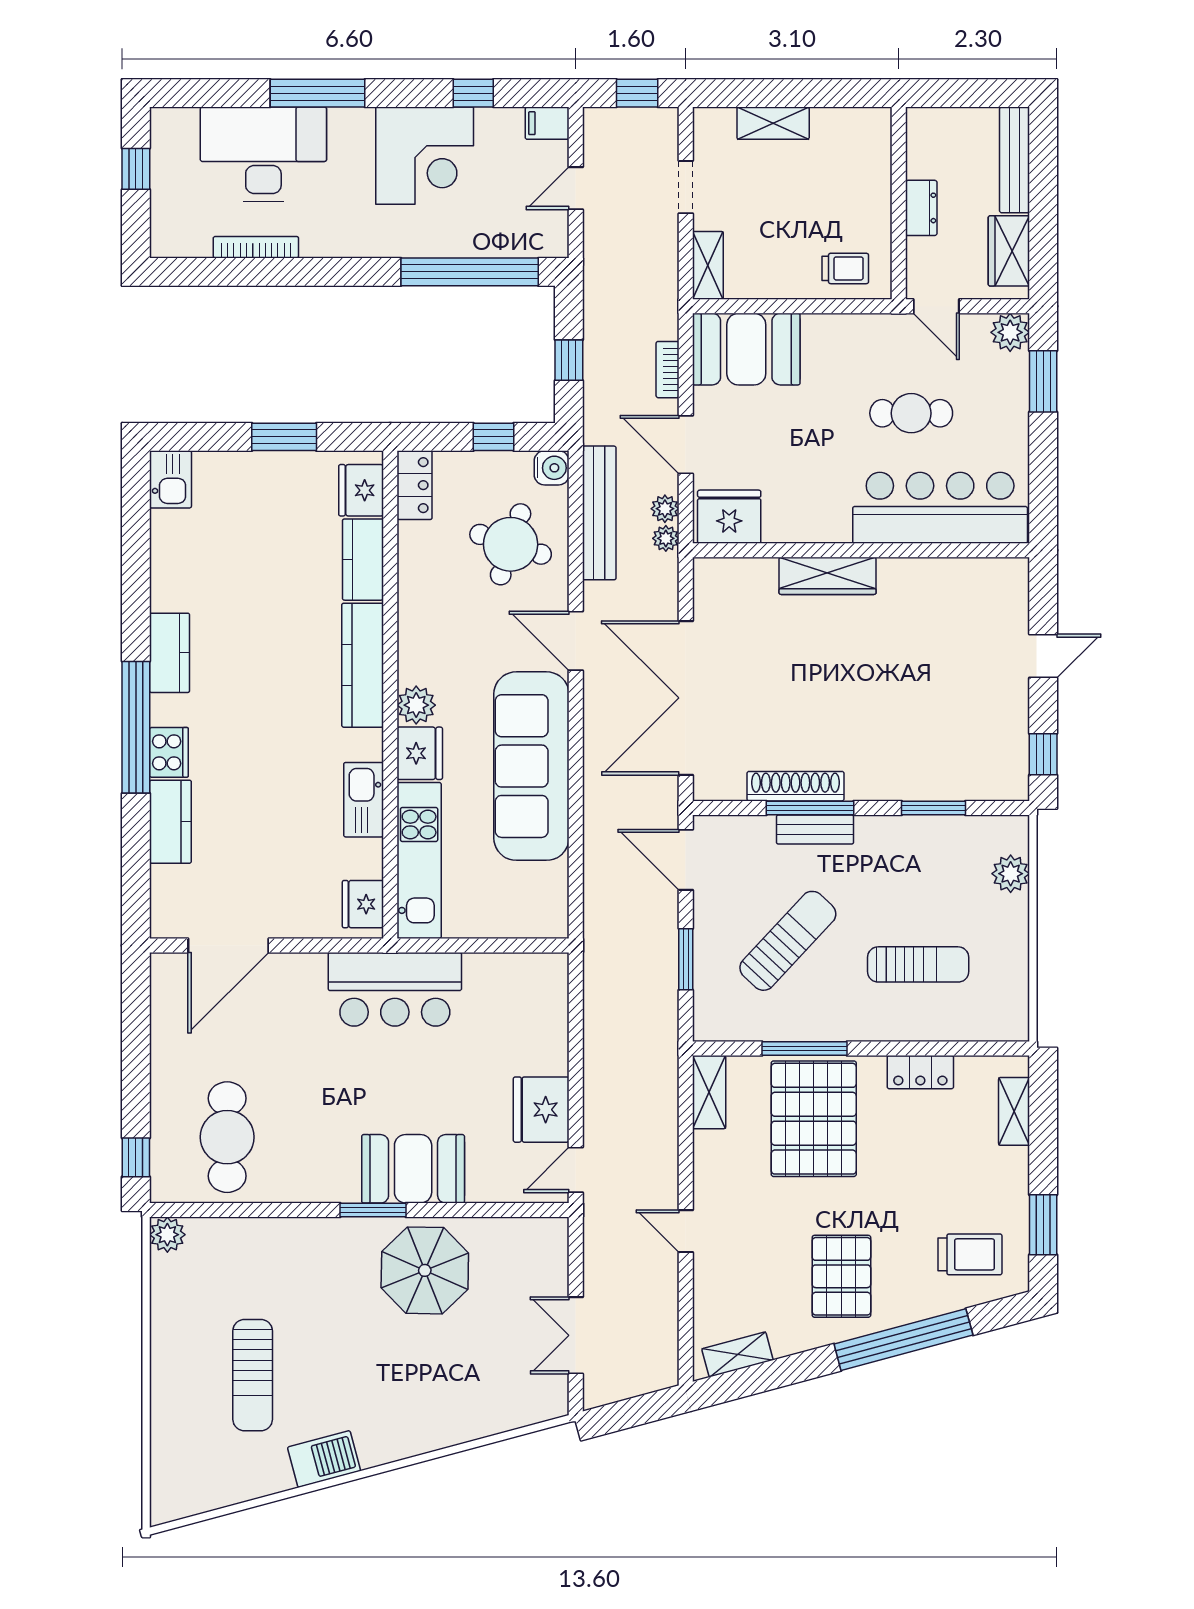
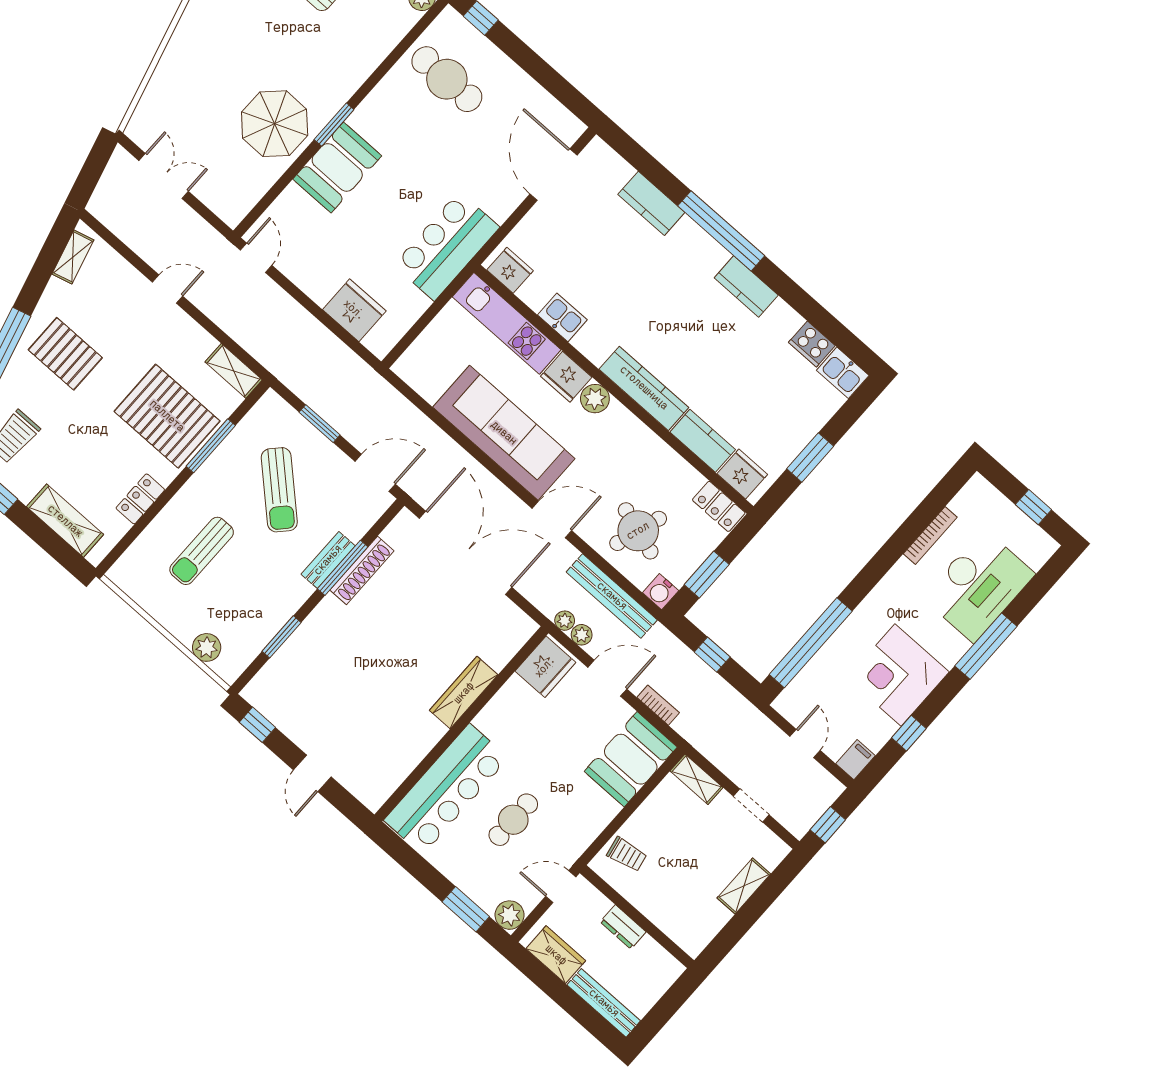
trolley: (845, 268) -> (627, 854), turned -101
window: (494, 437) -> (707, 575), width x1.50
cooker: (169, 752) -> (812, 344), moved
kitchen sink: (364, 800) -> (562, 317), width x0.73
fridge: (541, 1110) -> (354, 310), moved
shelving: (1014, 1111) -> (65, 521), width x1.50, depth x1.33

